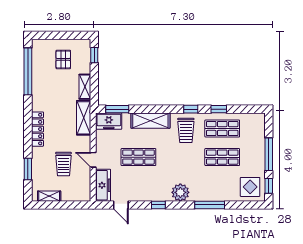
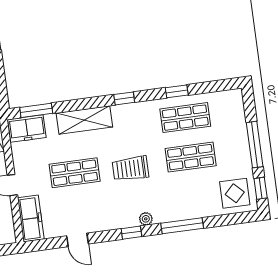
window: (191, 109) -> (124, 98), moved
trolley: (186, 130) -> (130, 168), moved, turned 90
plant: (180, 192) -> (146, 219), width x0.53, depth x0.53
door: (121, 205) -> (77, 240), moved
window: (158, 205) -> (131, 233), moved

